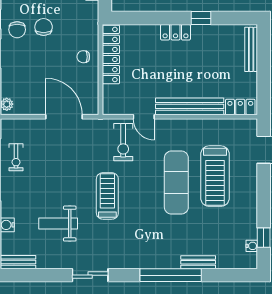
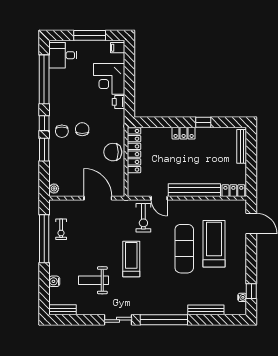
chair: (83, 57) -> (113, 152), width x1.87, depth x1.87
treadmill: (215, 176) -> (214, 244), turned 180
bench: (198, 262) -> (206, 310), width x1.36
window: (171, 275) -> (164, 320), moved

